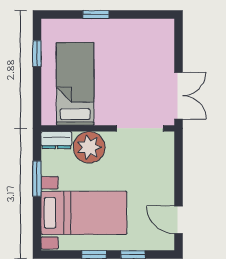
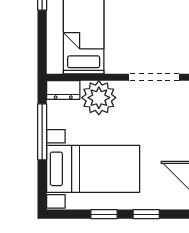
window: (37, 179) -> (42, 132), width x1.44

